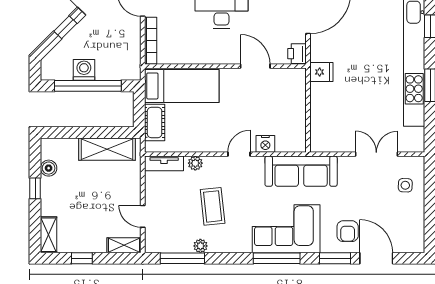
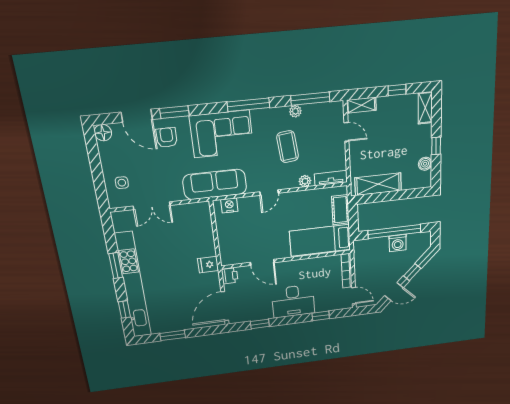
nightstand: (265, 144) -> (229, 205), moved
floor lamp: (416, 244) -> (103, 133), added
window: (277, 258) -> (248, 105), moved

